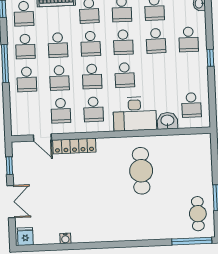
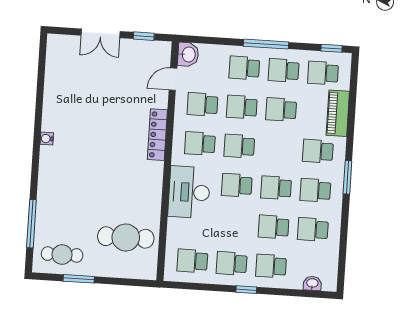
school desk: (91, 44) -> (232, 263), moved
washbasin: (167, 121) -> (188, 54), moved
locker: (74, 146) -> (157, 135), moved
cafe table: (141, 171) -> (126, 237), moved
fridge: (25, 236) -> (57, 46), removed
water cooler: (65, 238) -> (47, 139), moved
window: (192, 241) -> (31, 224), moved

